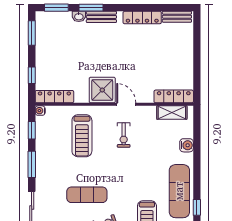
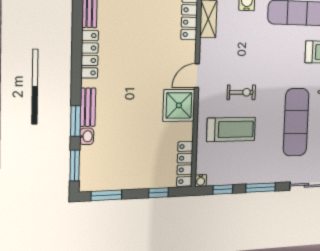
exercise bike: (124, 135) -> (241, 92), moved
exercise mat: (87, 195) -> (296, 122), width x1.36, depth x1.45

